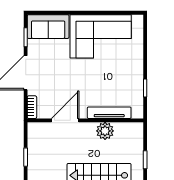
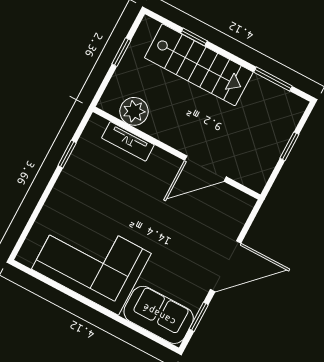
bookcase: (32, 107) -> (243, 212), removed
tv unit: (109, 113) -> (128, 141), width x0.71
plant: (105, 131) -> (134, 111), moved

